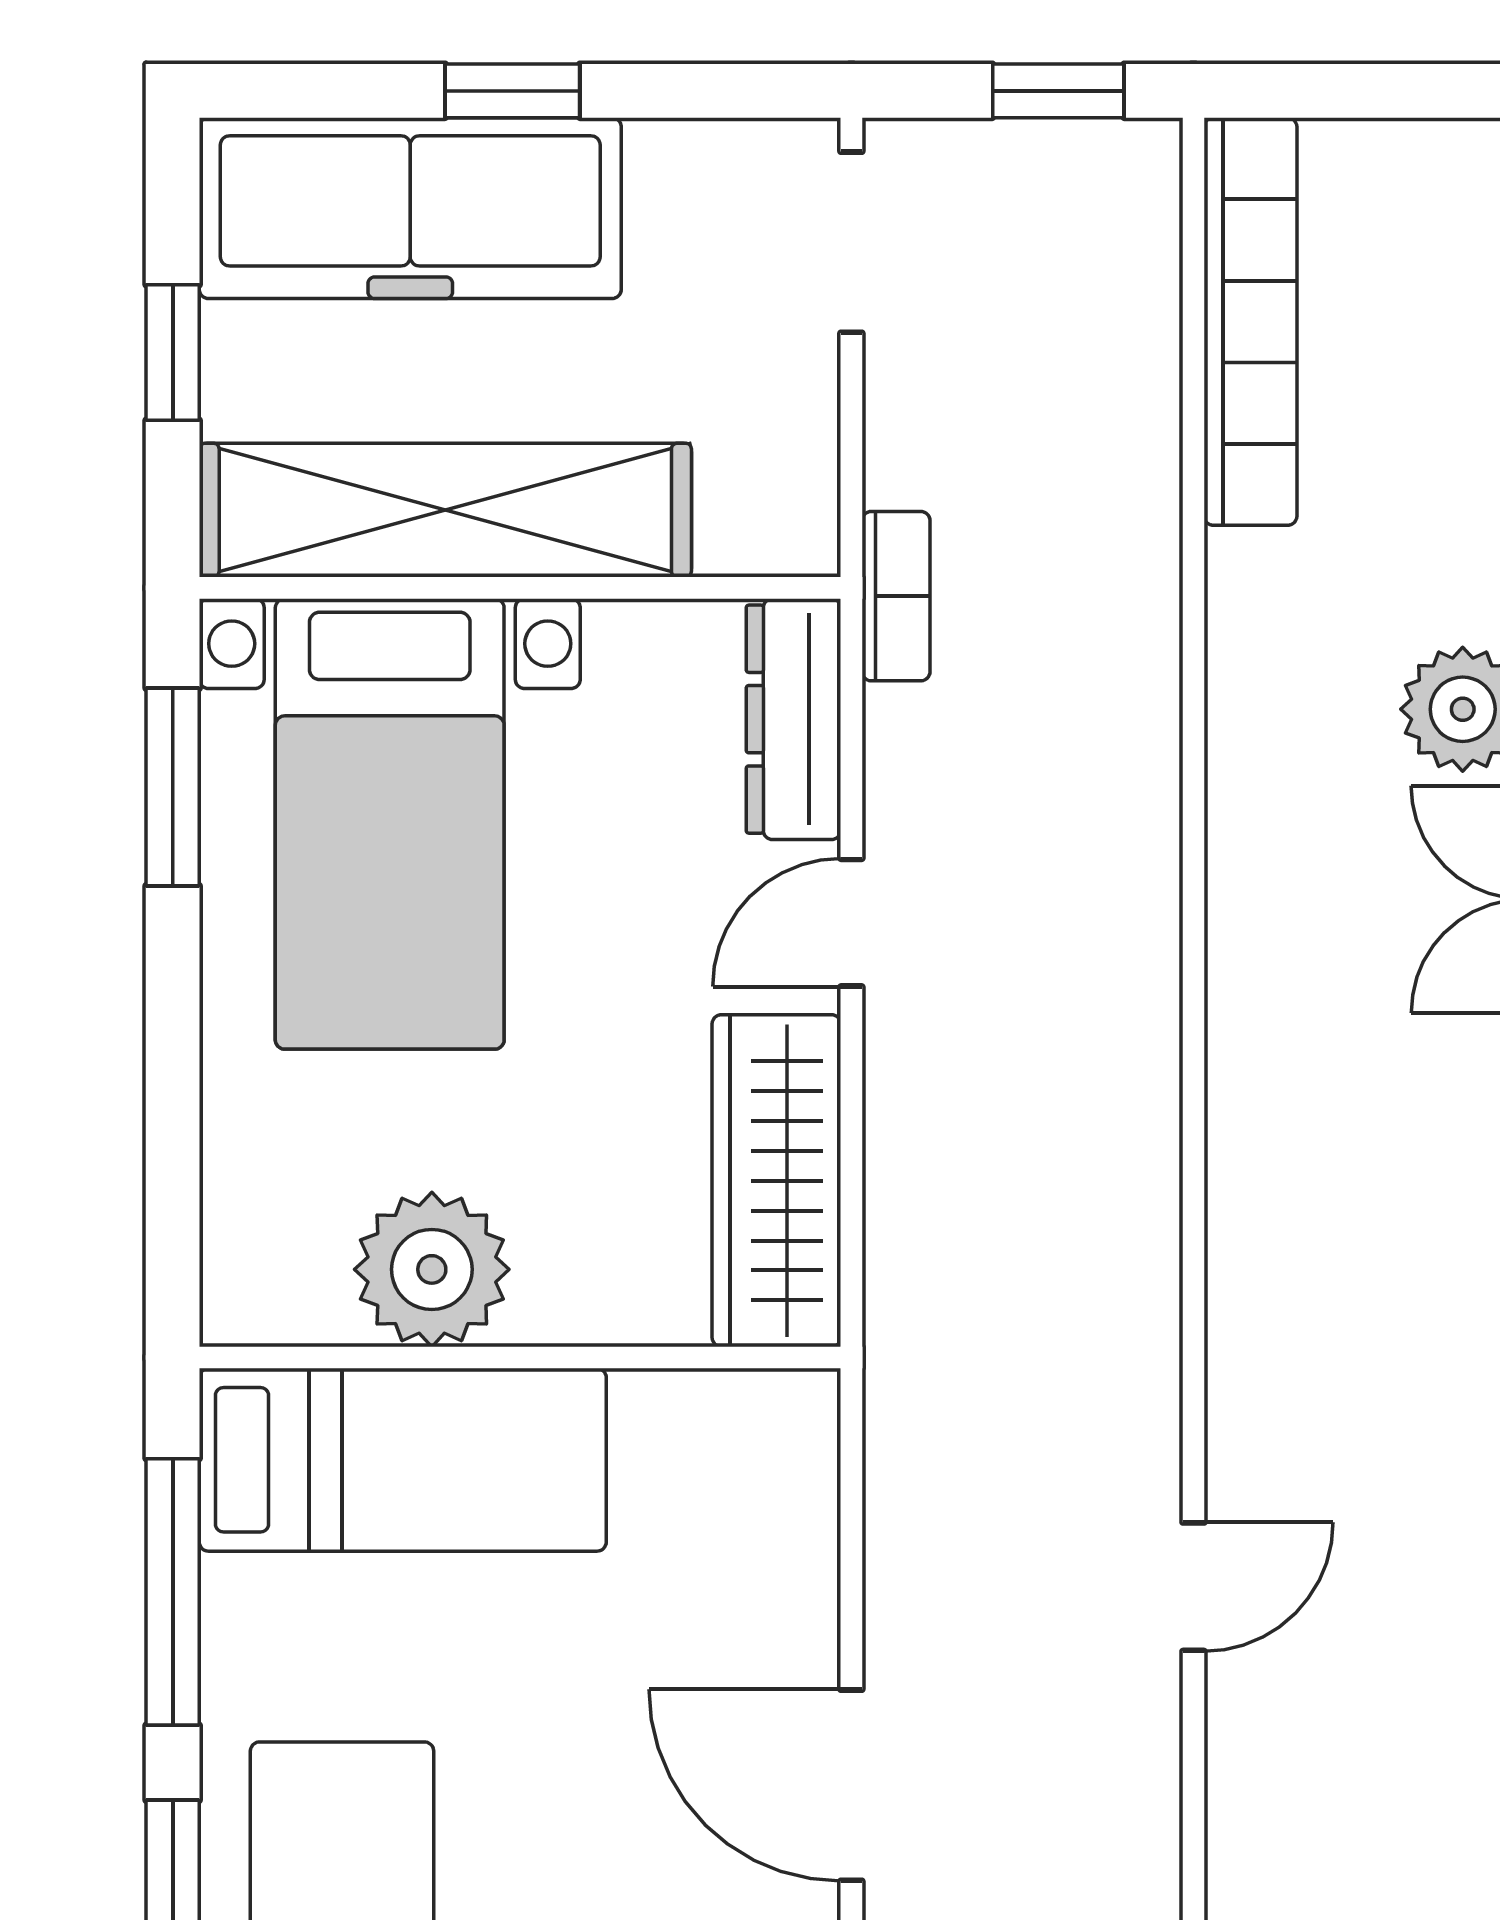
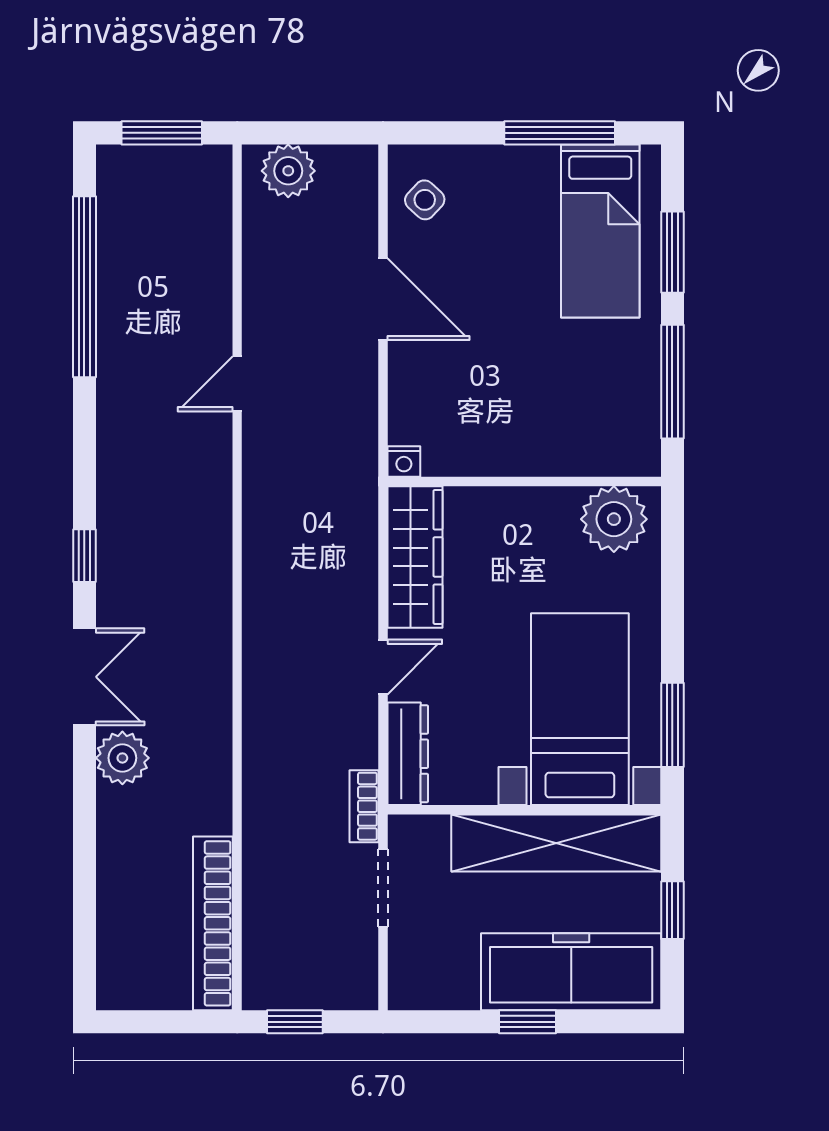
doorway: (851, 242) -> (383, 888), moved
plant: (432, 1269) -> (614, 519), moved
nightstand: (803, 1404) -> (404, 462), added
bed: (403, 1460) -> (574, 438), removed

